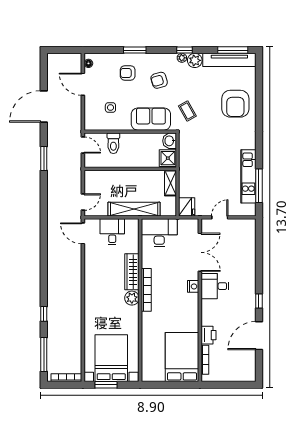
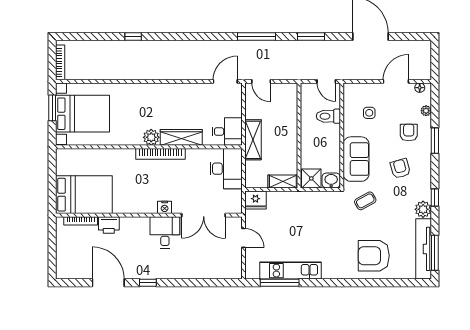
plant: (182, 58) -> (426, 111), moved
door: (83, 145) -> (326, 81), hinge flipped
shelving: (134, 209) -> (253, 140), width x0.68
desk: (112, 232) -> (227, 132), moved
window: (44, 354) -> (256, 37), moved

